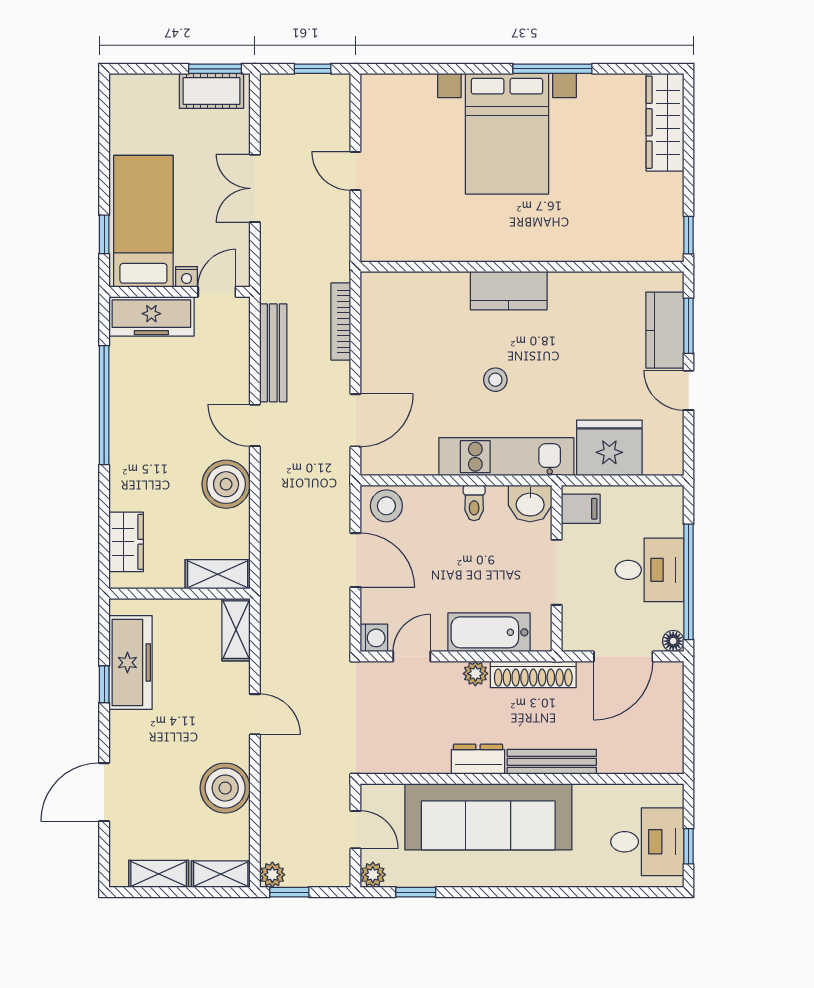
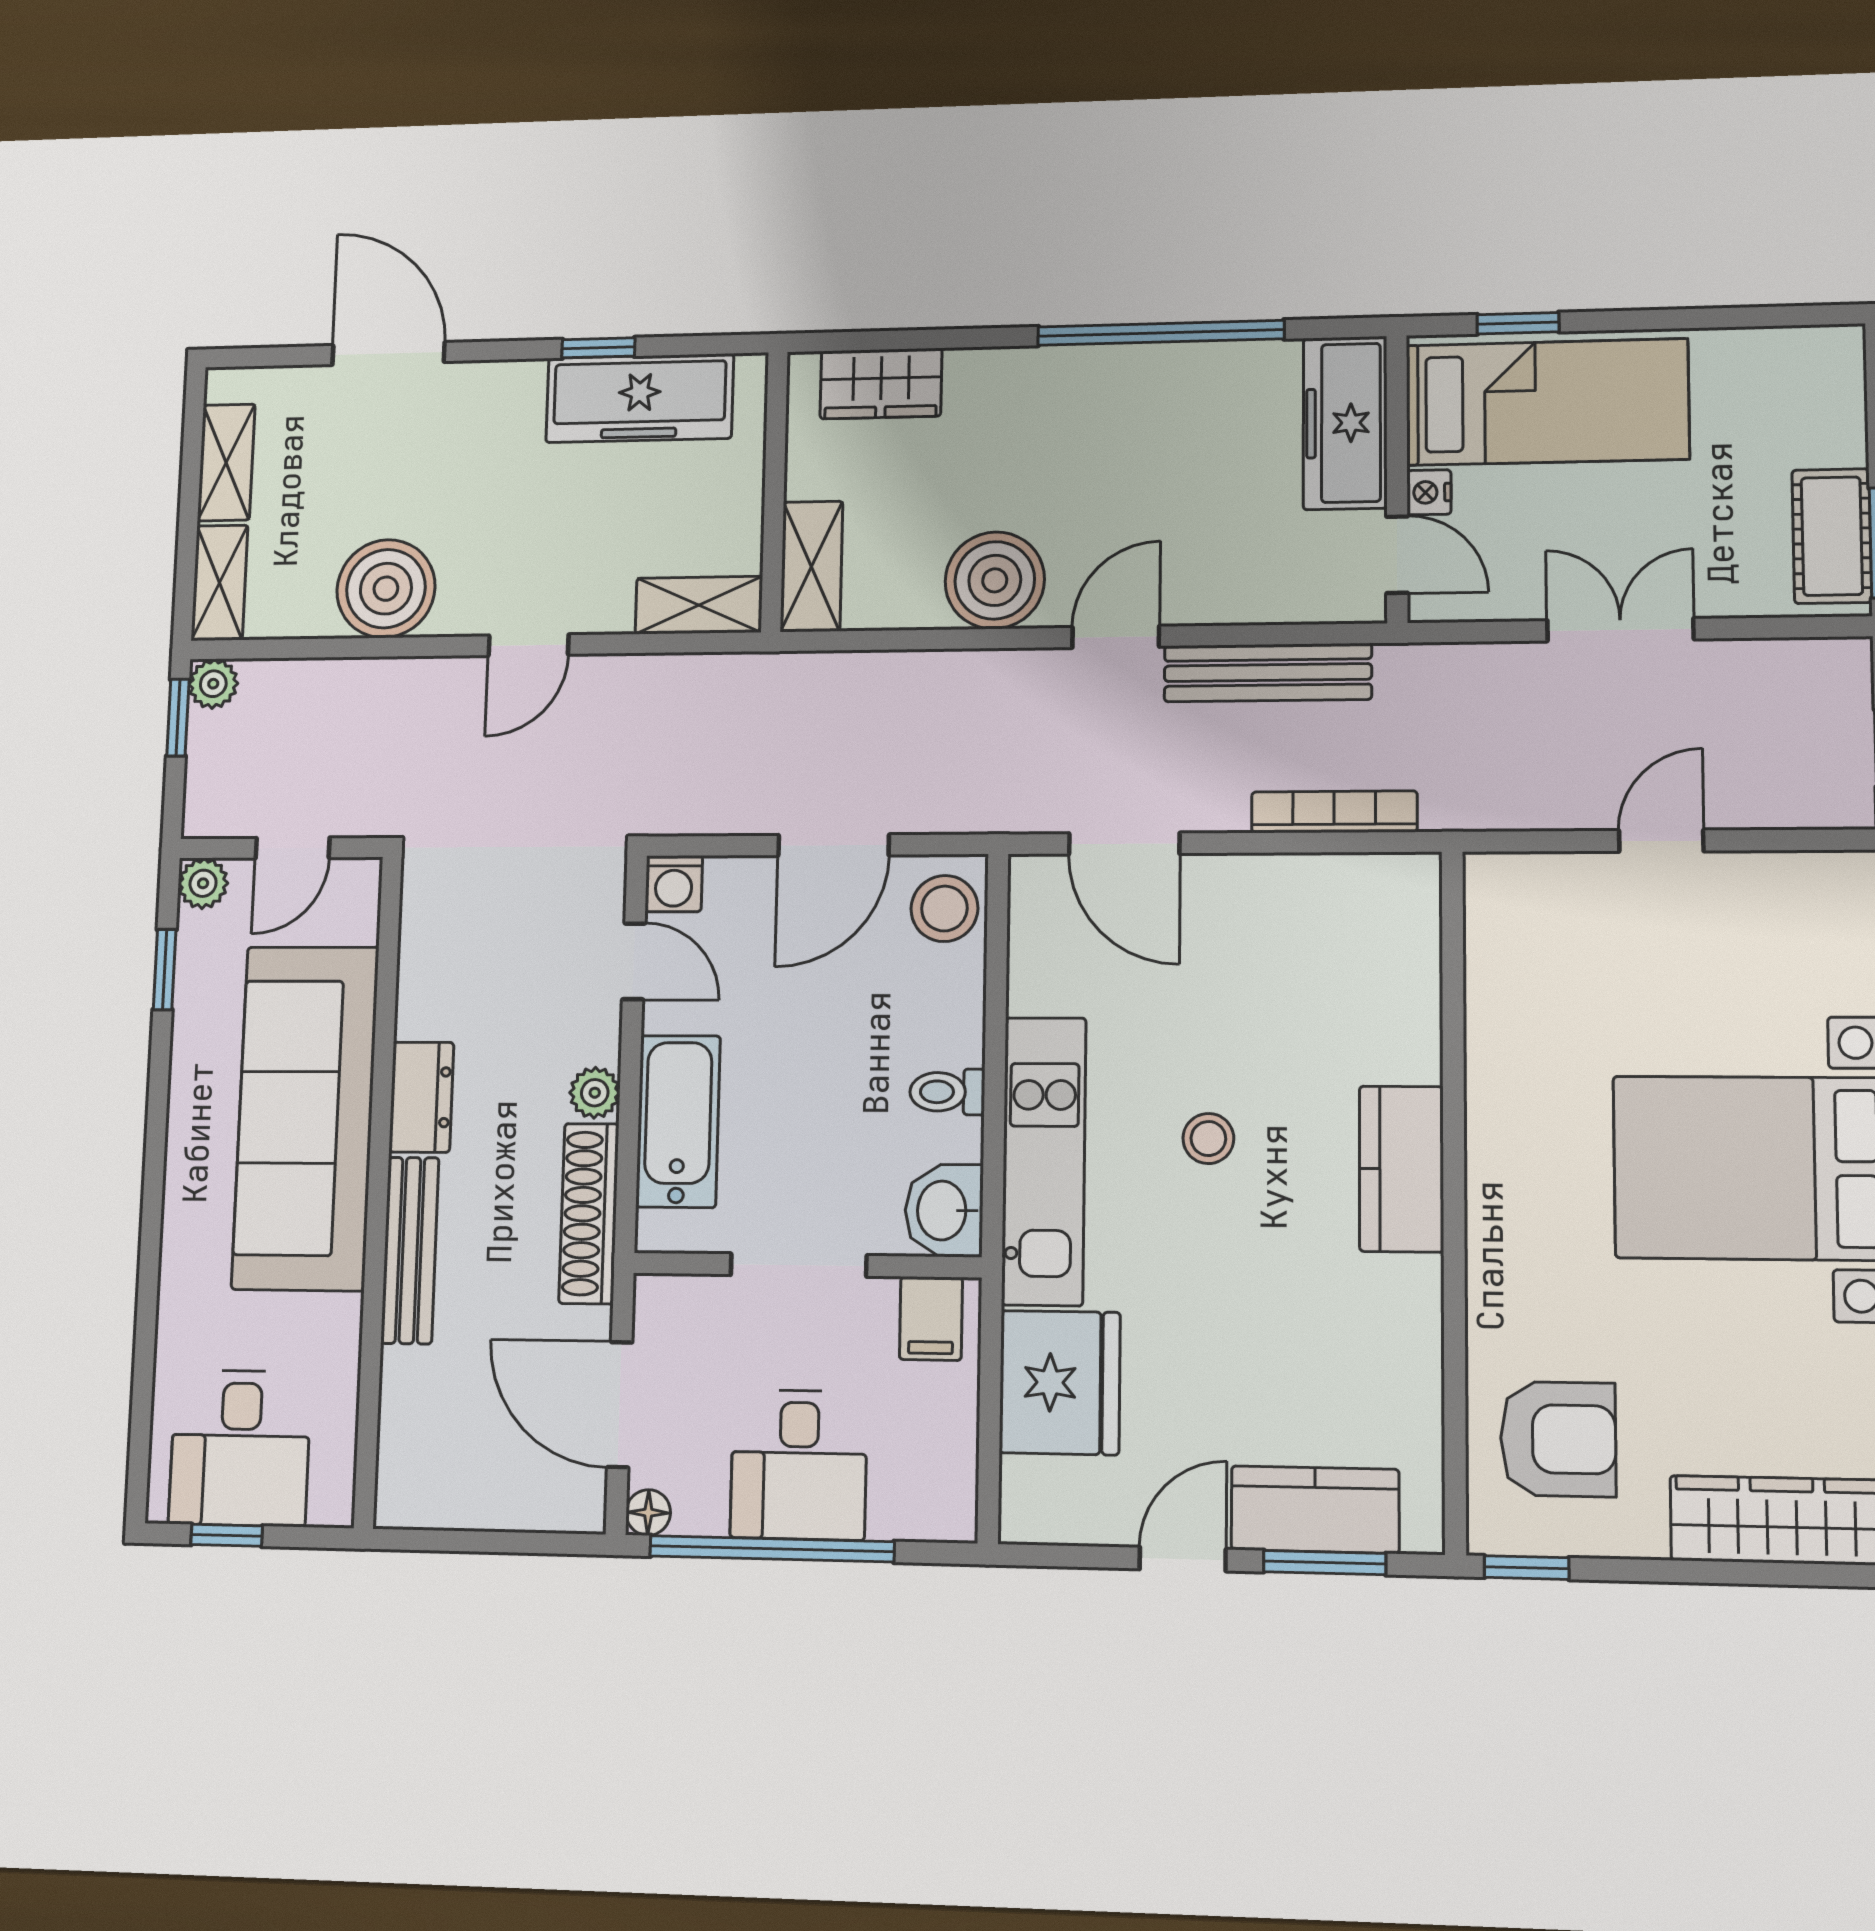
armchair: (631, 221) -> (1558, 1439), added

